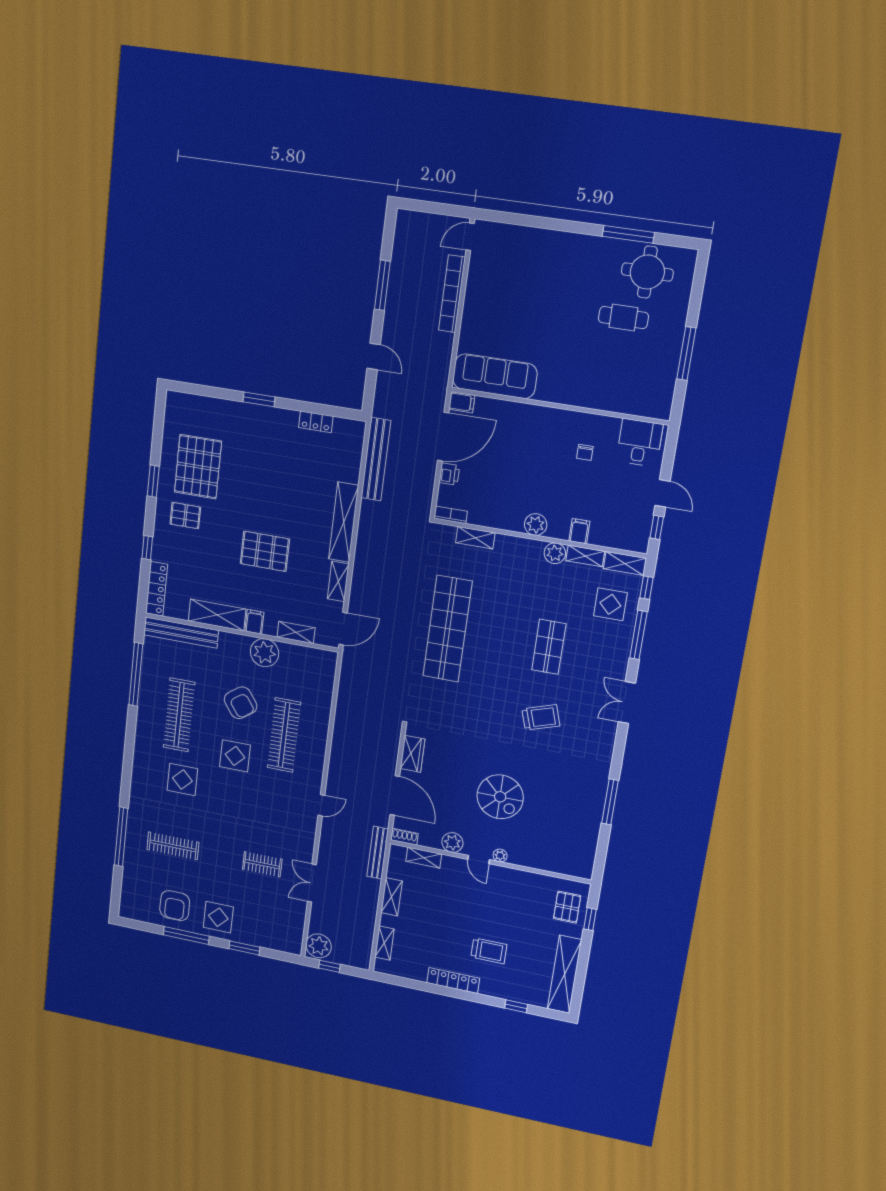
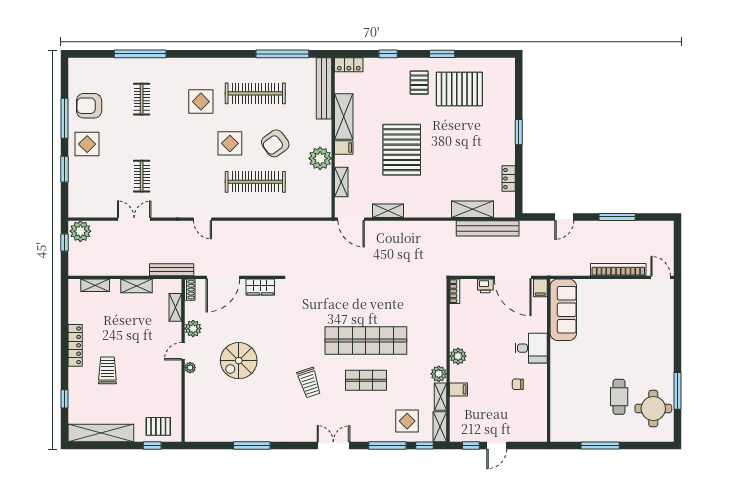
desk: (640, 443) -> (531, 348), moved
shelving: (344, 522) -> (472, 209), moved, width x0.68
shelving: (475, 538) -> (440, 312), removed
pallet: (265, 551) -> (402, 150), width x1.37, depth x1.41
locker: (157, 589) -> (349, 65), width x0.66
shop shelf: (448, 629) -> (366, 341), moved
clothes rail: (173, 846) -> (142, 99), width x0.73
trolley: (489, 951) -> (107, 370), turned 180

